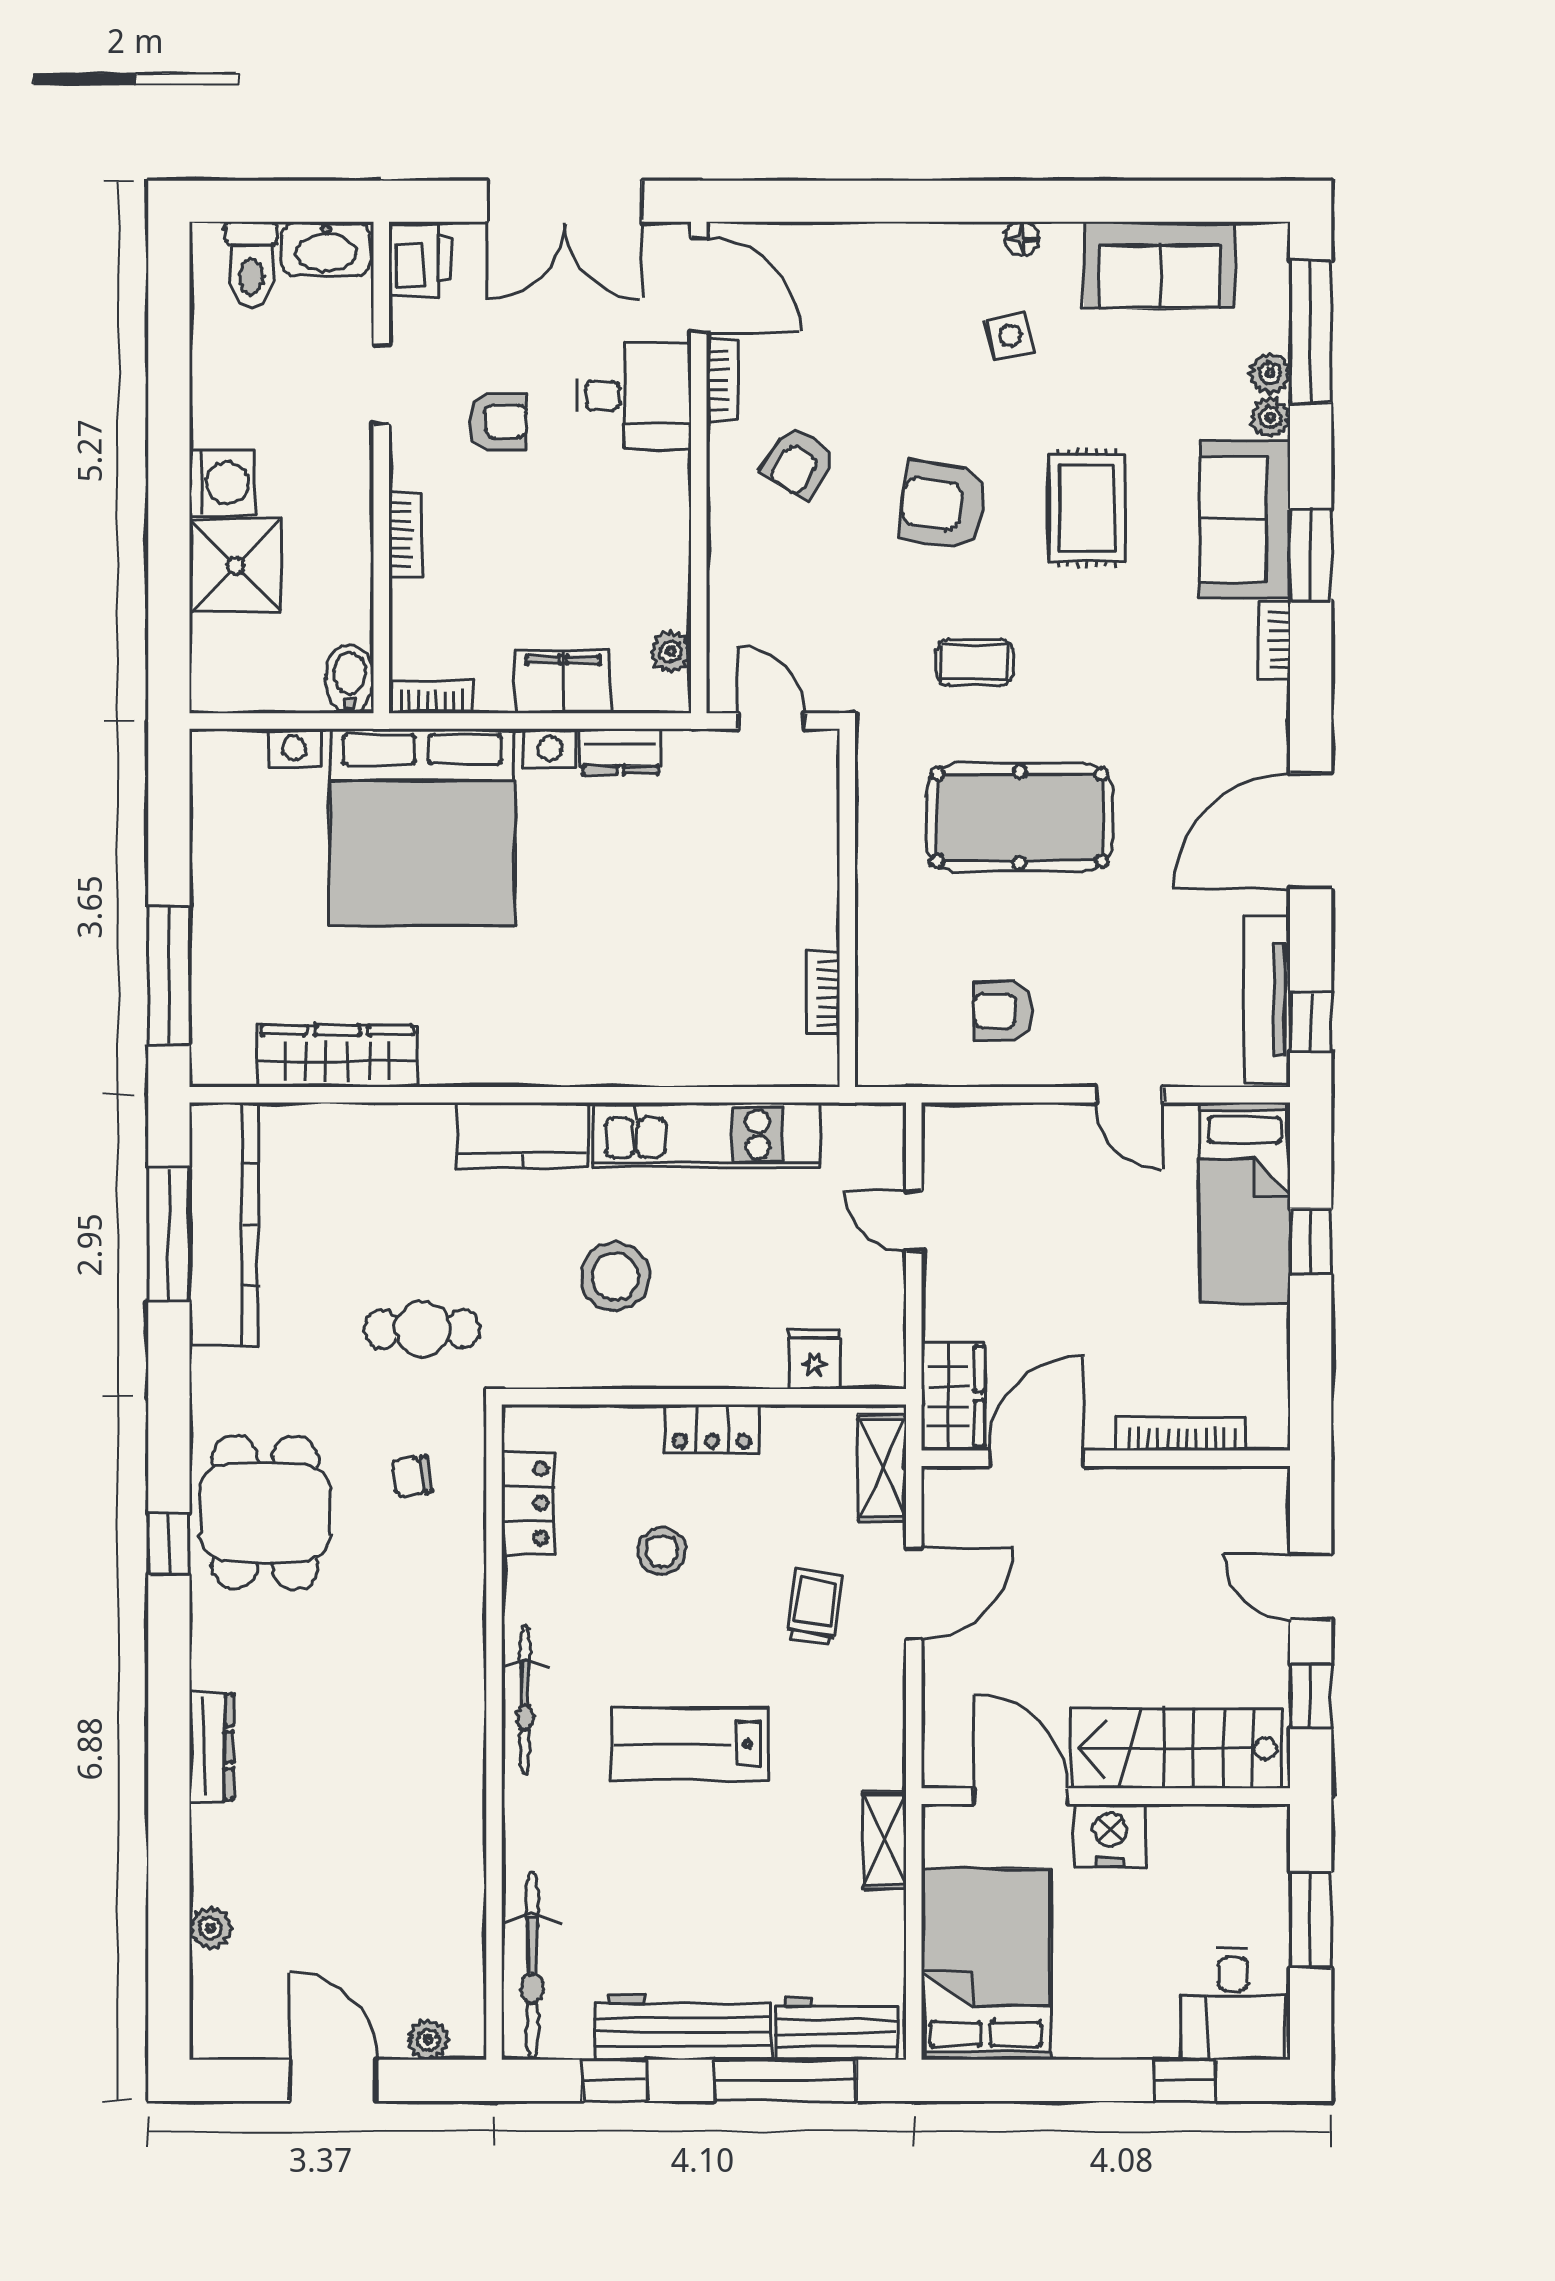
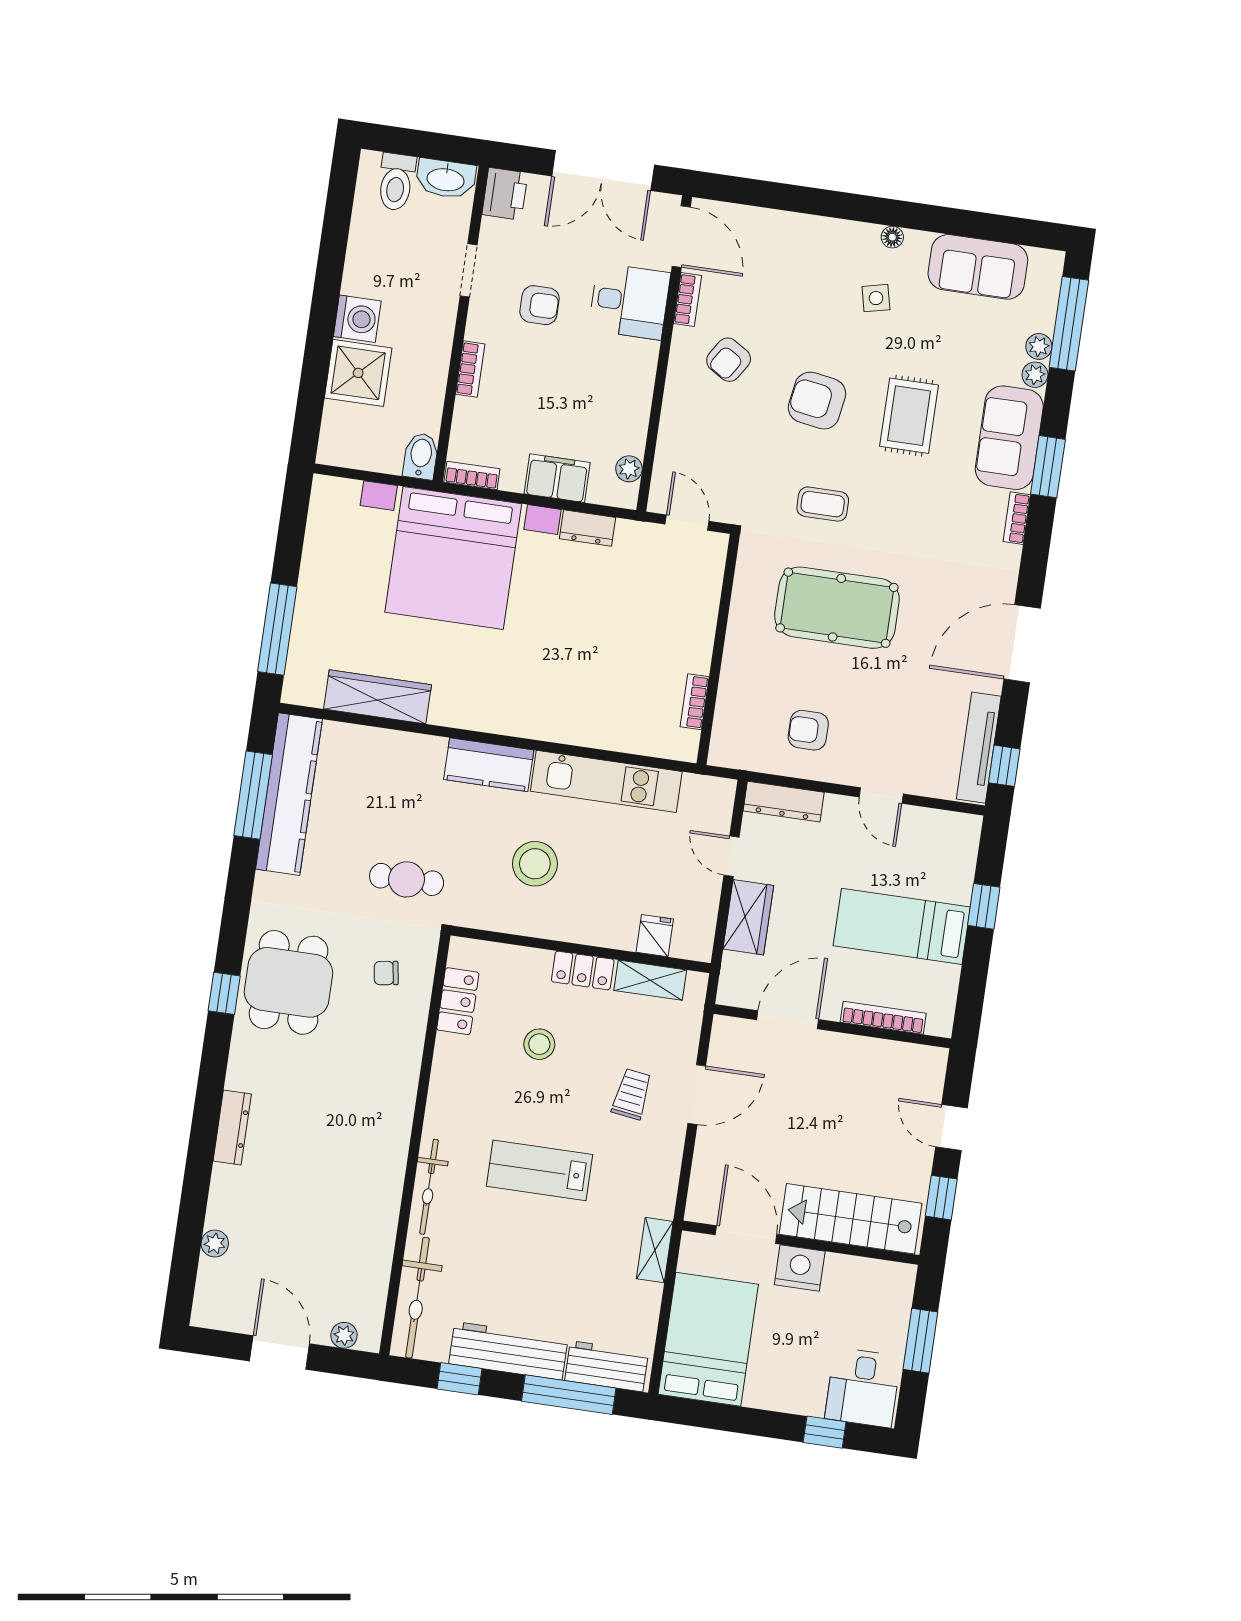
dresser: (981, 1126) -> (784, 802), added
bed: (1245, 1203) -> (902, 926), moved, turned 90
wardrobe: (953, 1396) -> (748, 917), moved
shelving: (882, 1468) -> (650, 980), moved, turned 90
bicycle: (525, 1700) -> (429, 1187), moved

